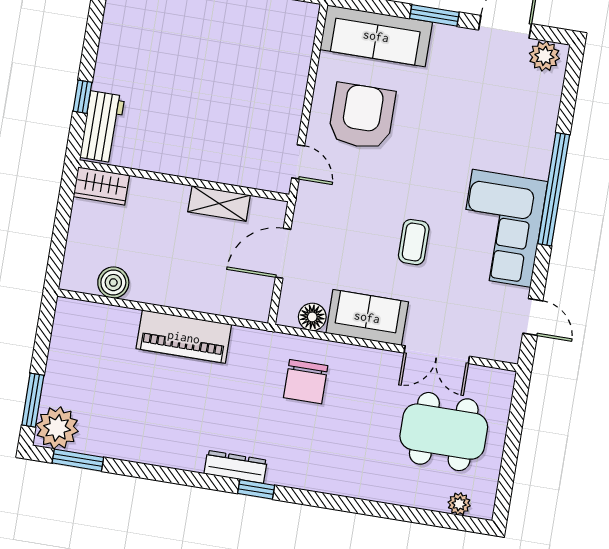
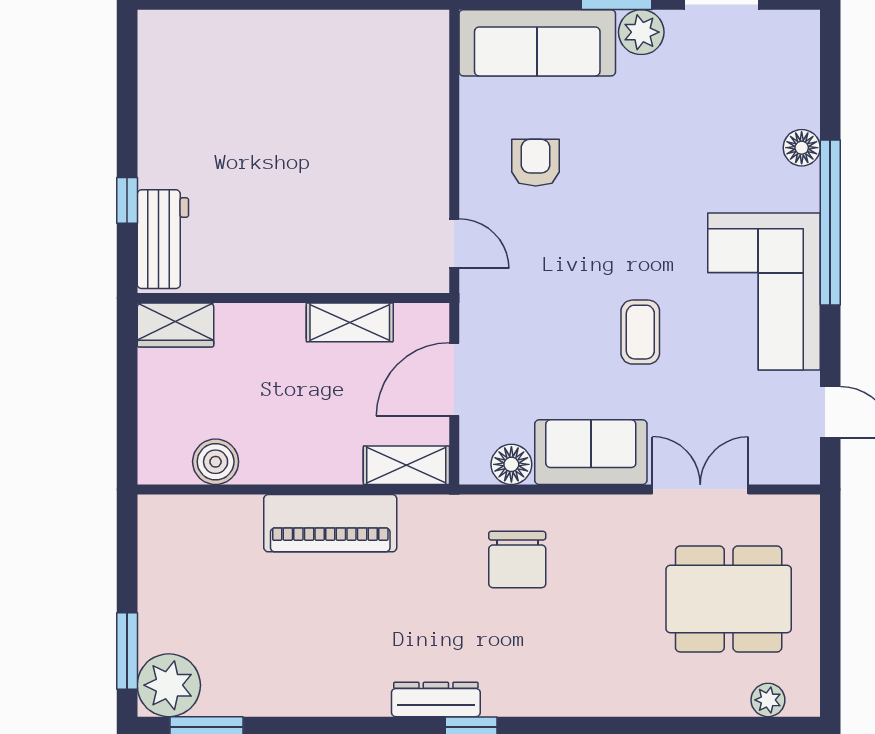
plant: (544, 56) -> (641, 32), moved
armchair: (362, 116) -> (536, 163), width x0.53, depth x0.53
floor lamp: (543, 136) -> (802, 148), added
shelving: (241, 306) -> (406, 465), added
double door: (437, 355) -> (700, 489), swing flipped

